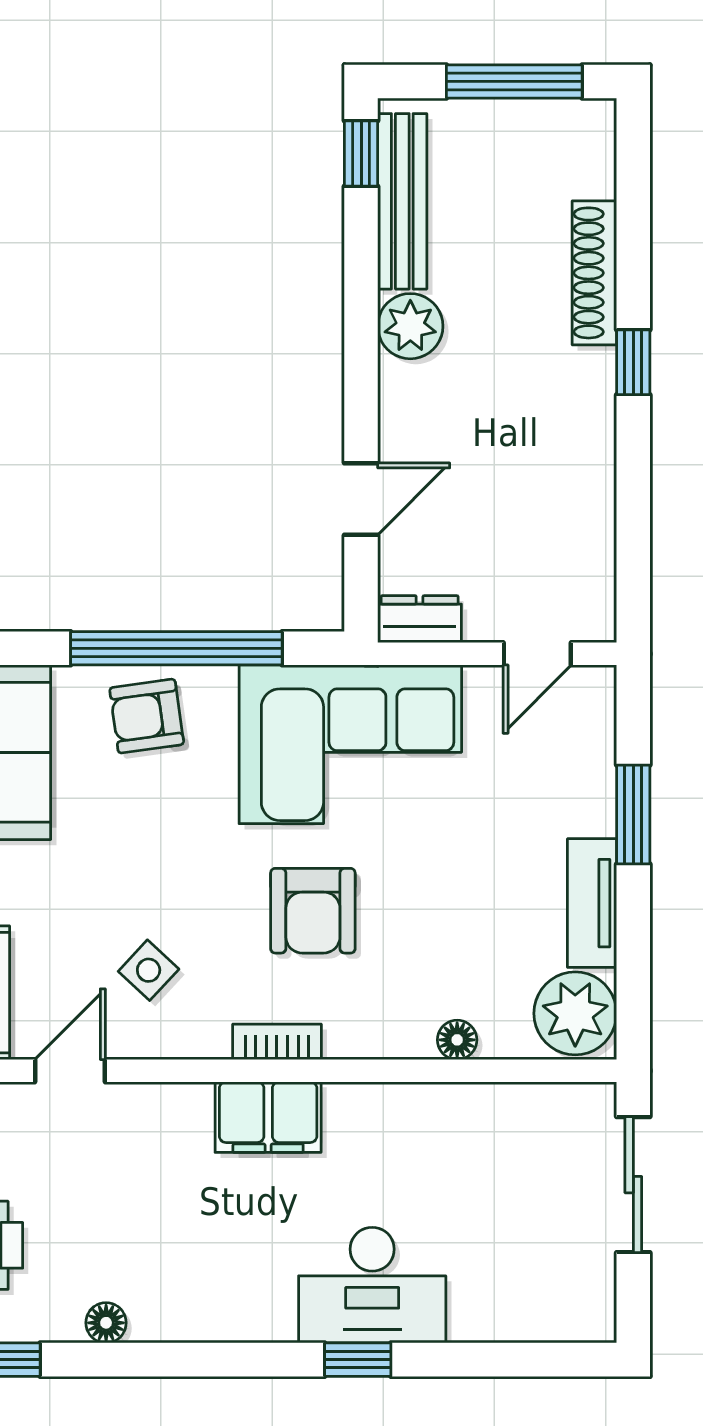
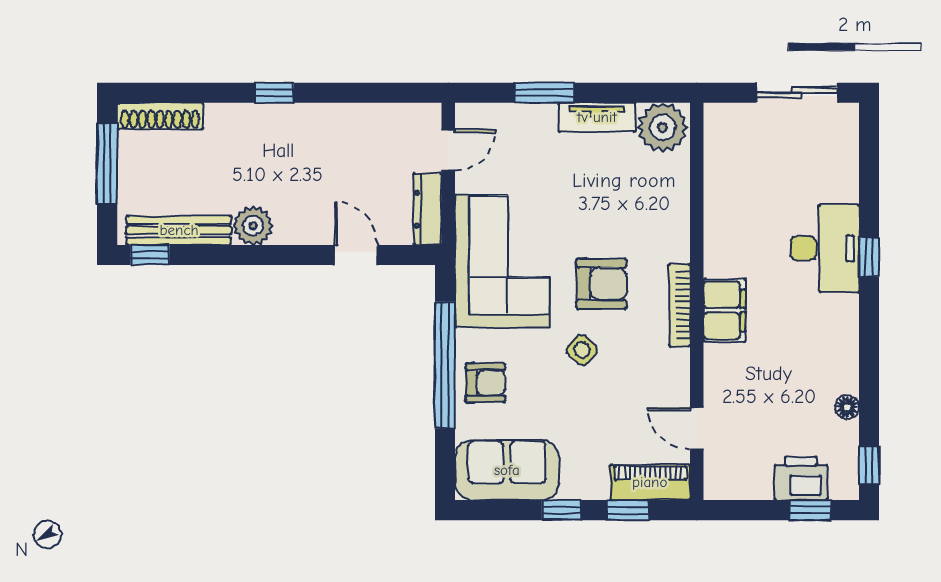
shoe rack: (594, 273) -> (160, 116), moved
dresser: (420, 619) -> (428, 209), width x1.44
door: (537, 654) -> (448, 150), hinge flipped
armchair: (147, 716) -> (485, 383), turned -82
side table: (149, 970) -> (582, 350), moved
floor lamp: (457, 1040) -> (678, 198), removed
bookcase: (277, 1042) -> (680, 305), width x1.56
sliding door: (633, 1185) -> (797, 93), moved

